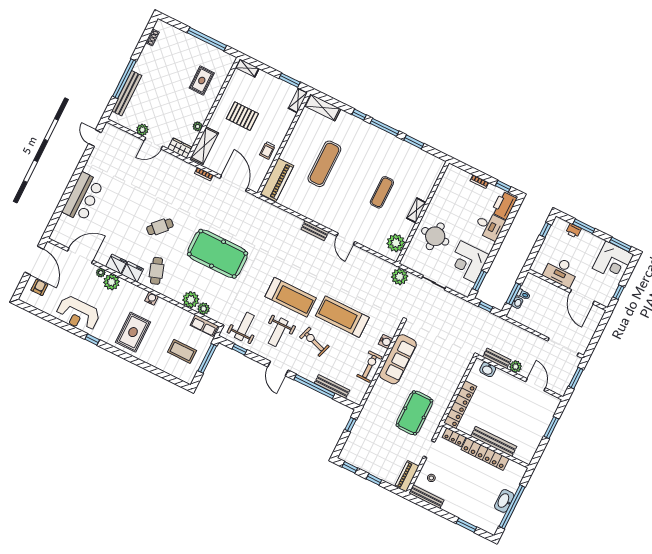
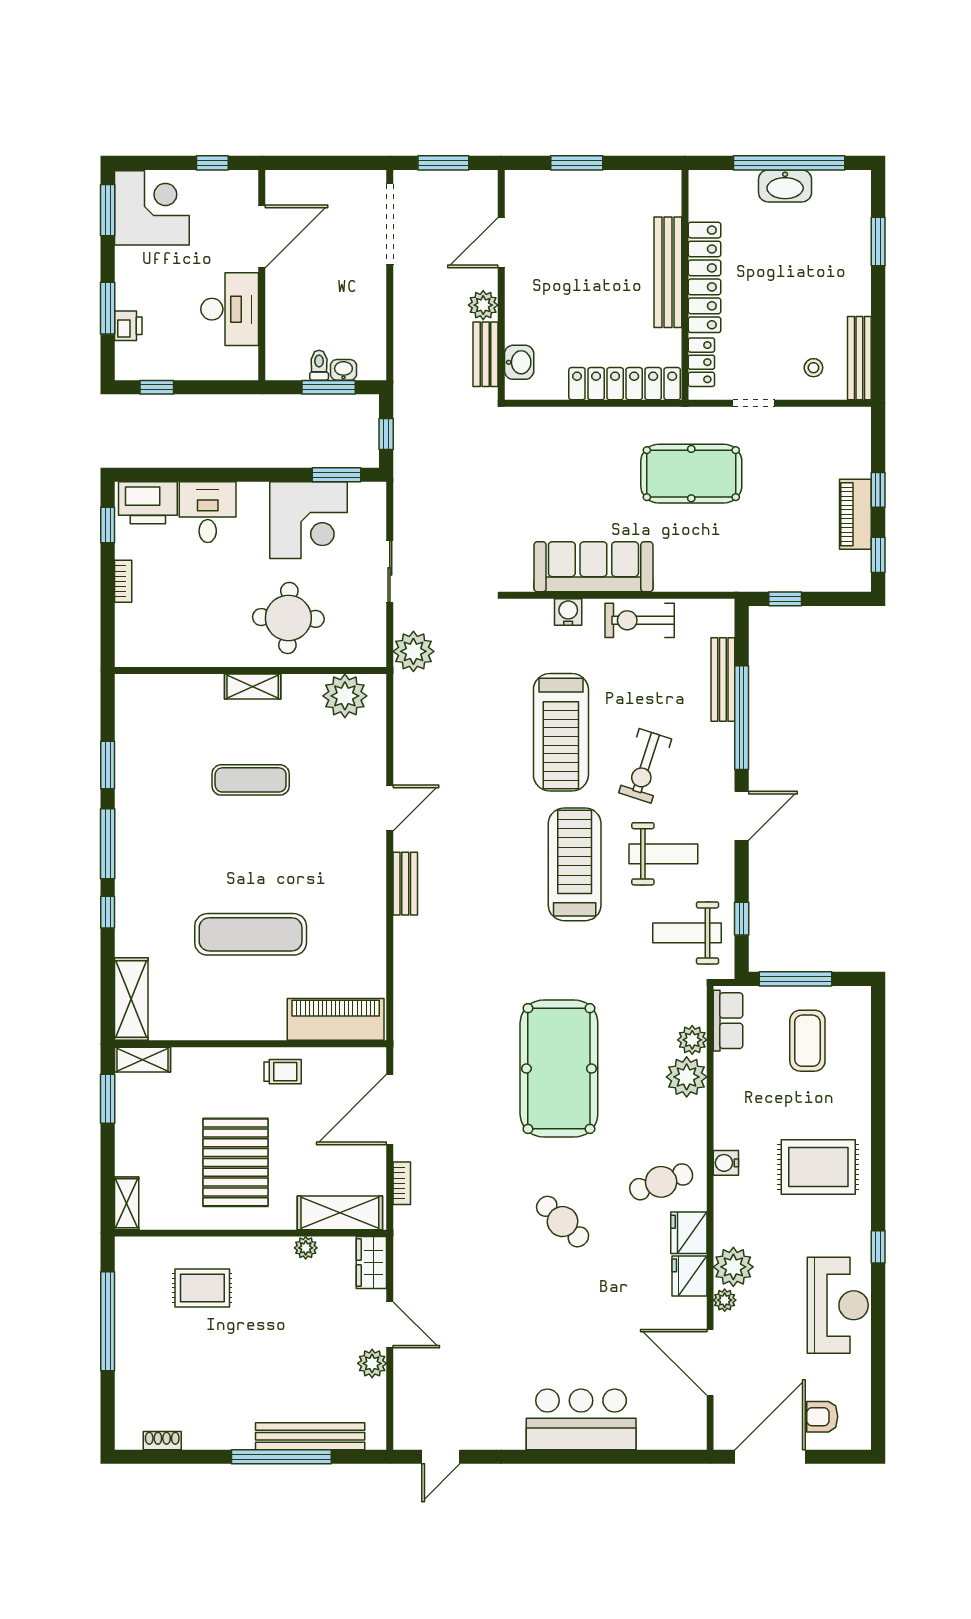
pallet: (242, 116) -> (236, 1162), width x1.37, depth x1.41
piano: (407, 476) -> (855, 514), moved, turned 90

